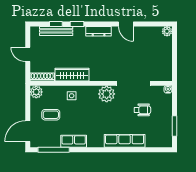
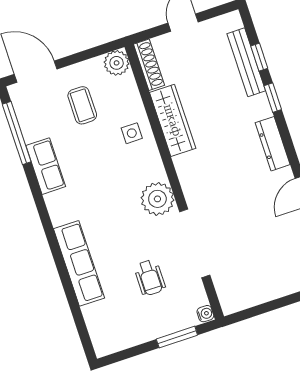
window: (174, 126) -> (177, 337), moved

